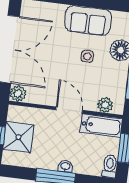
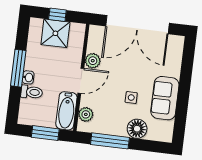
plant: (18, 94) -> (93, 61), moved
toilet: (110, 166) -> (32, 92), moved

